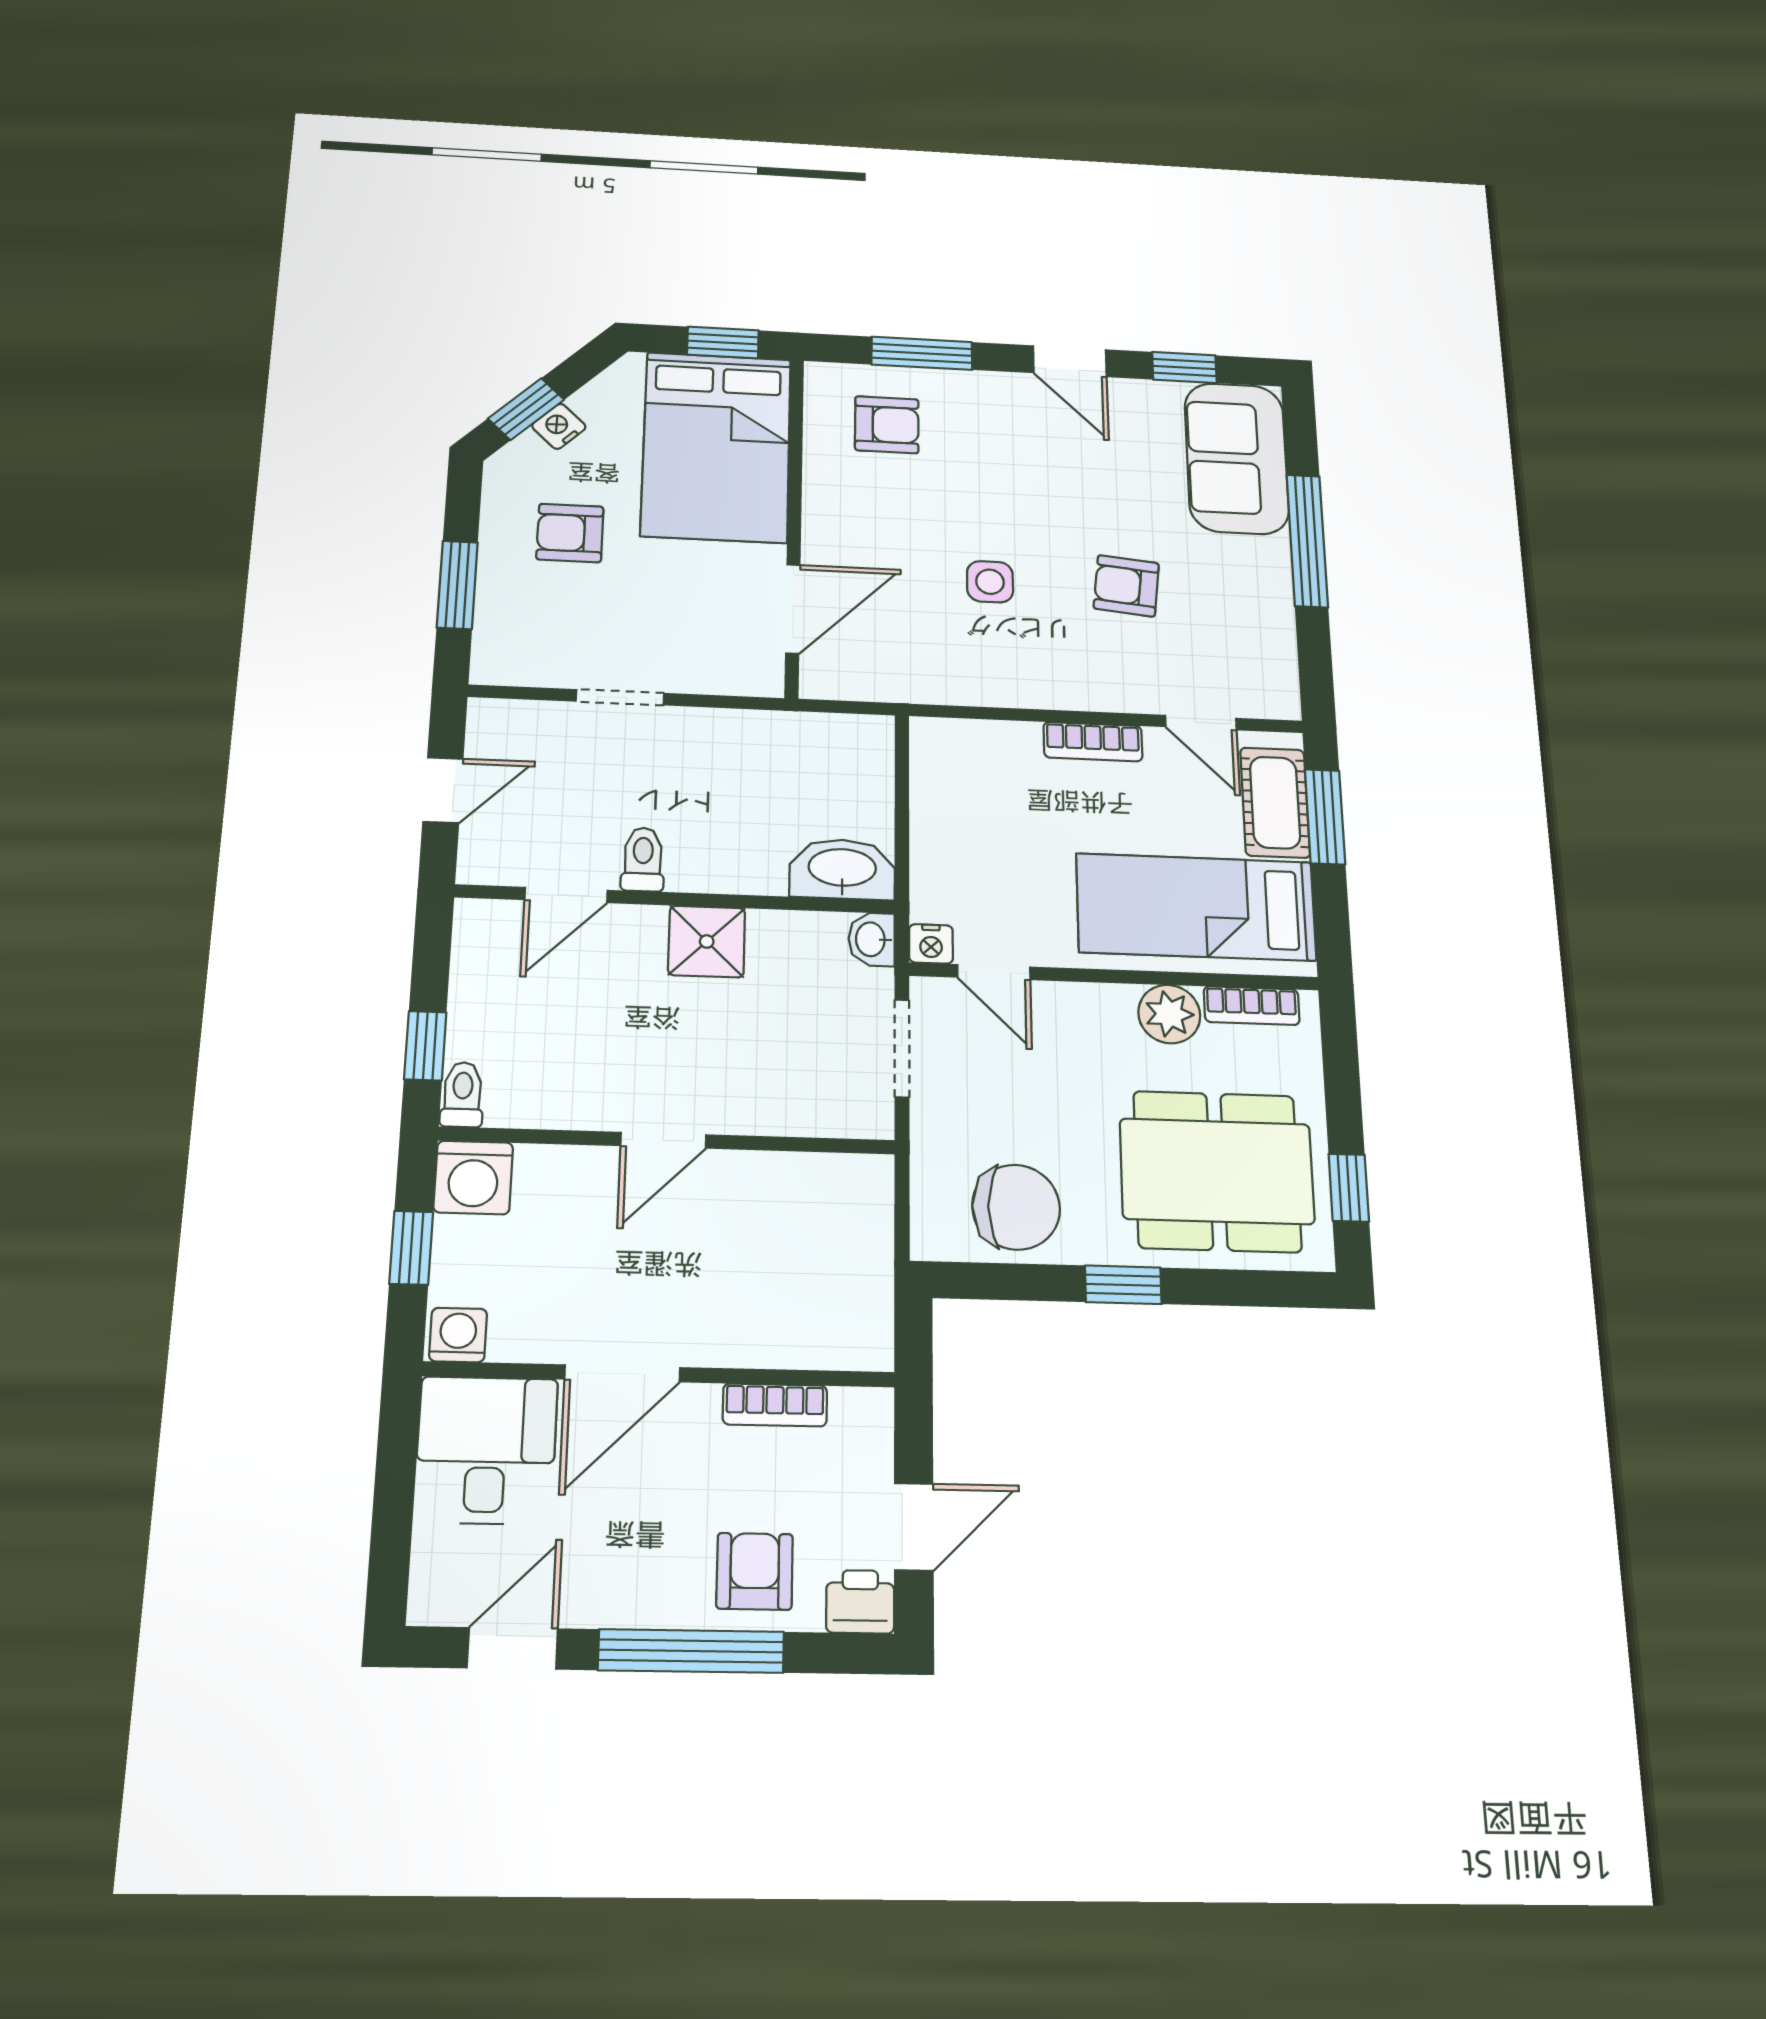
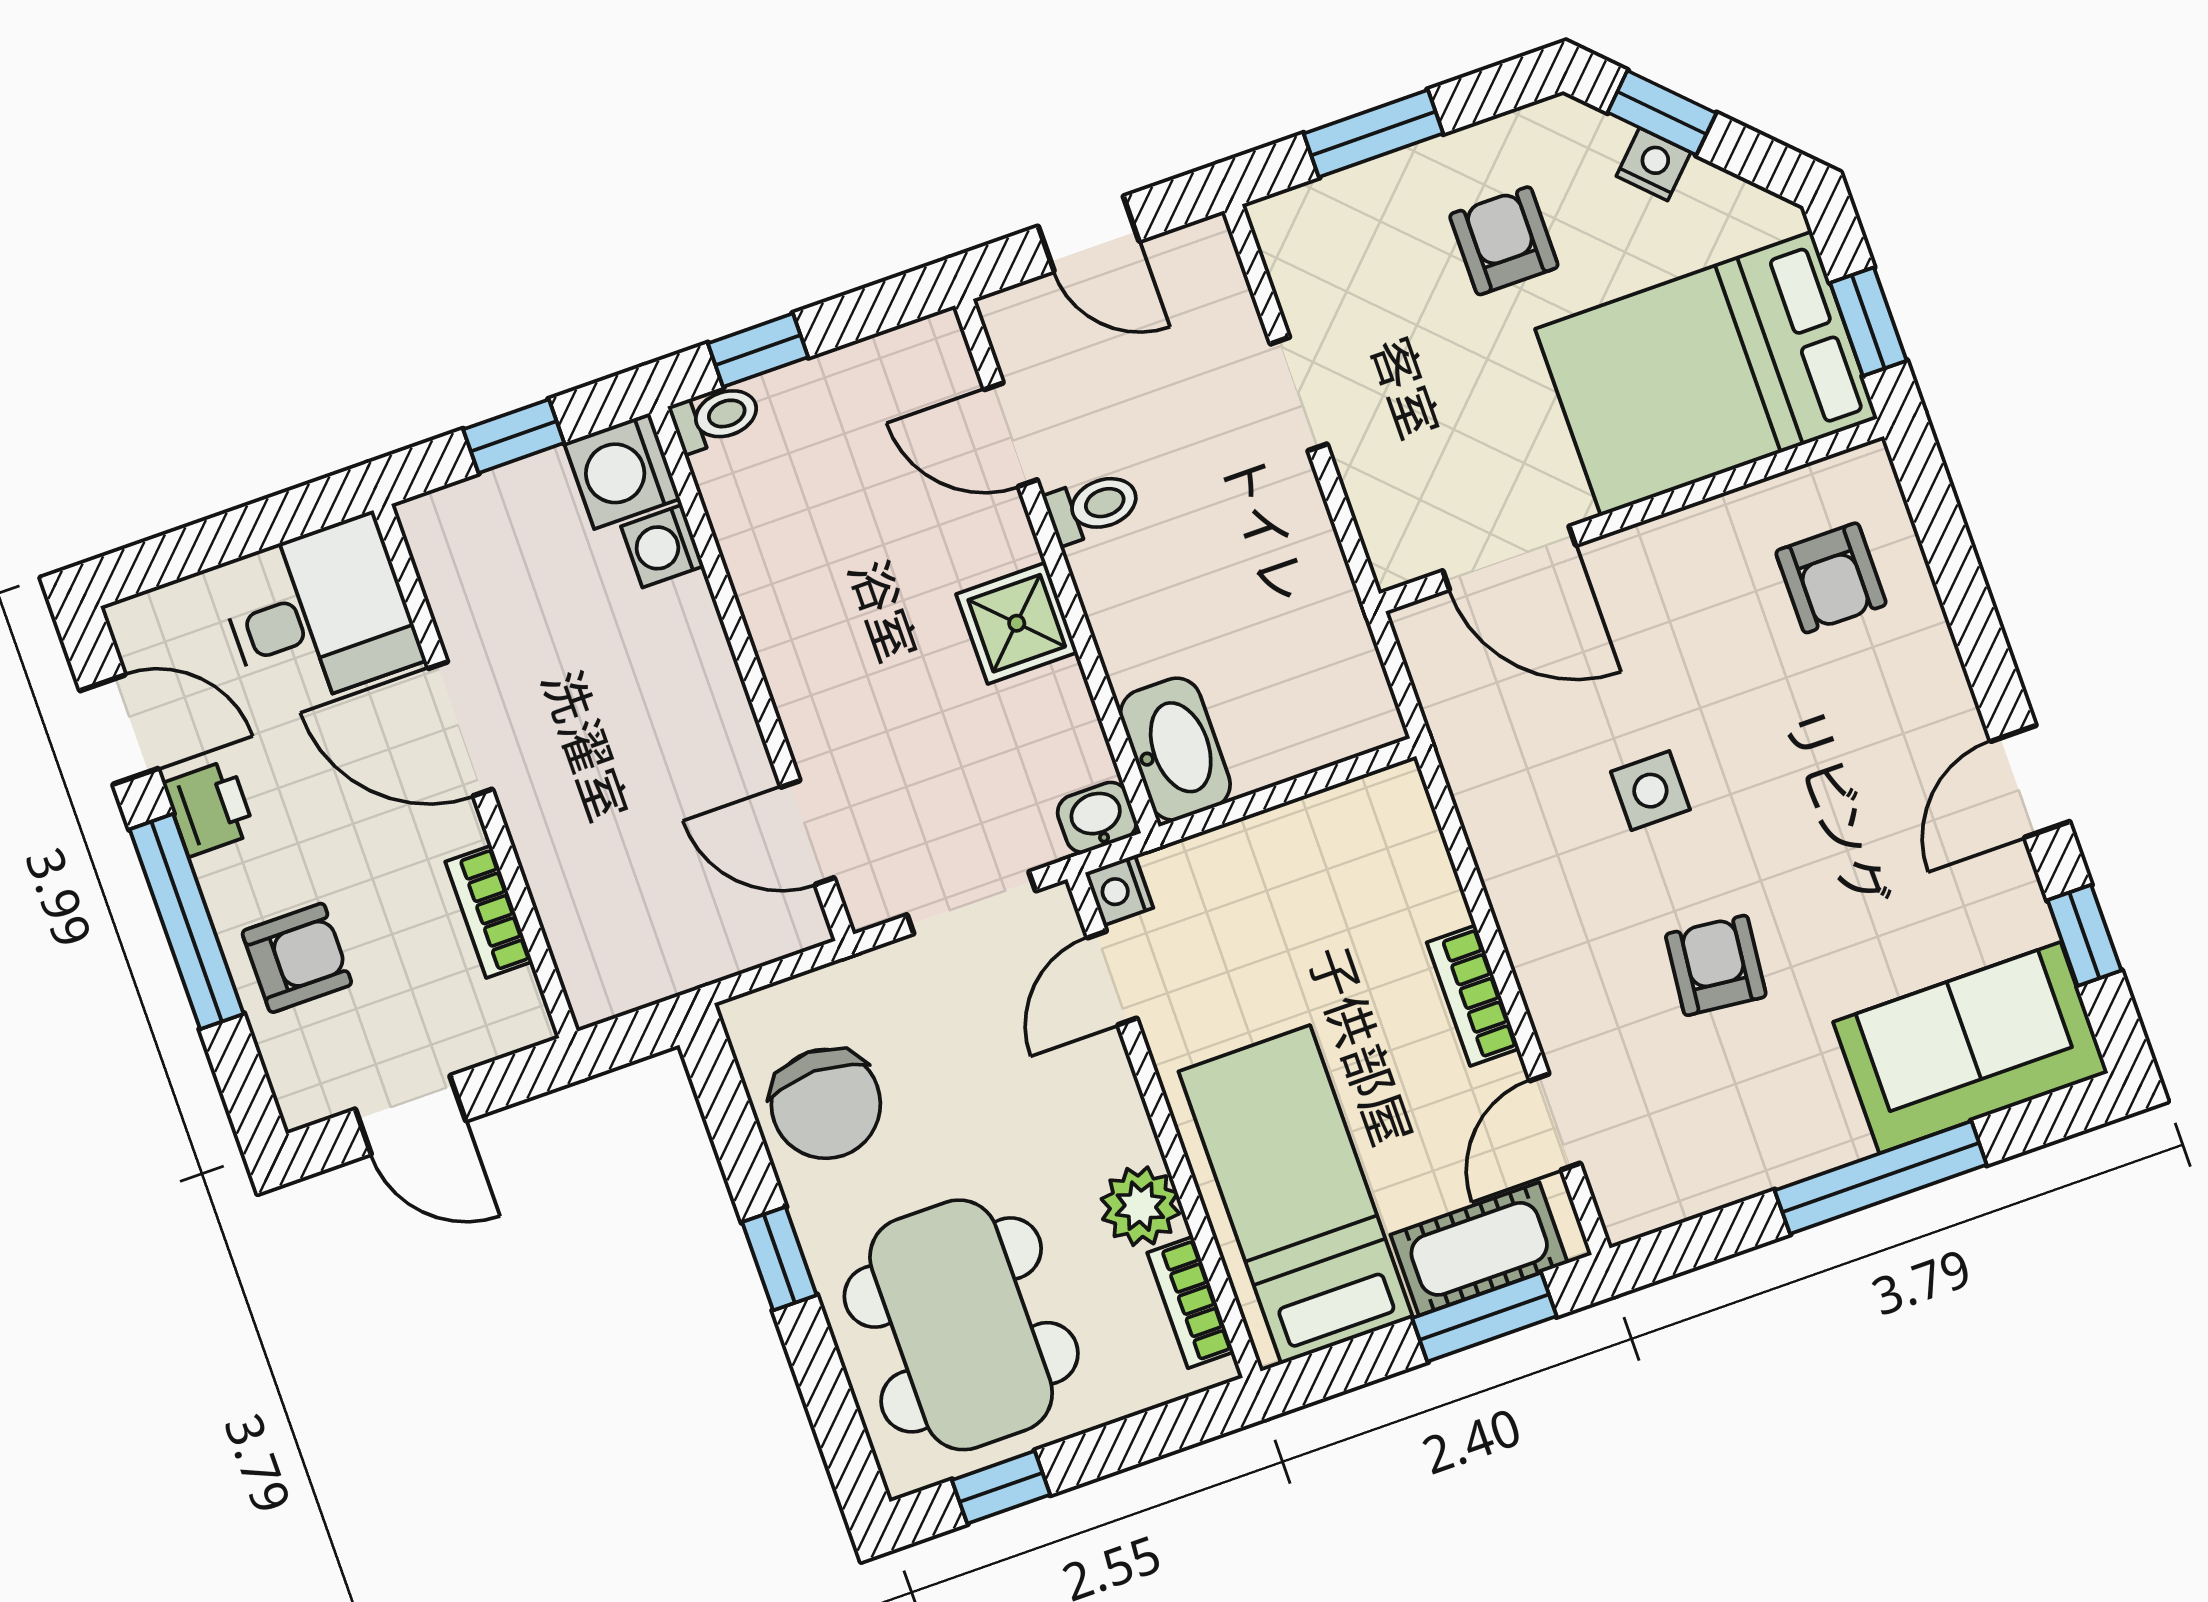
window: (922, 353) -> (1961, 584), removed
door: (663, 1140) -> (807, 833), moved
washing machine: (458, 1335) -> (662, 546), moved, turned 180
printer: (860, 1602) -> (209, 808), moved

